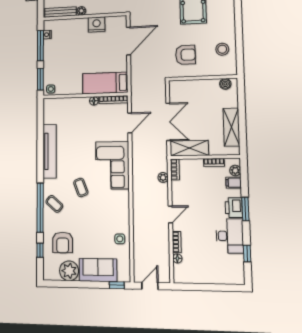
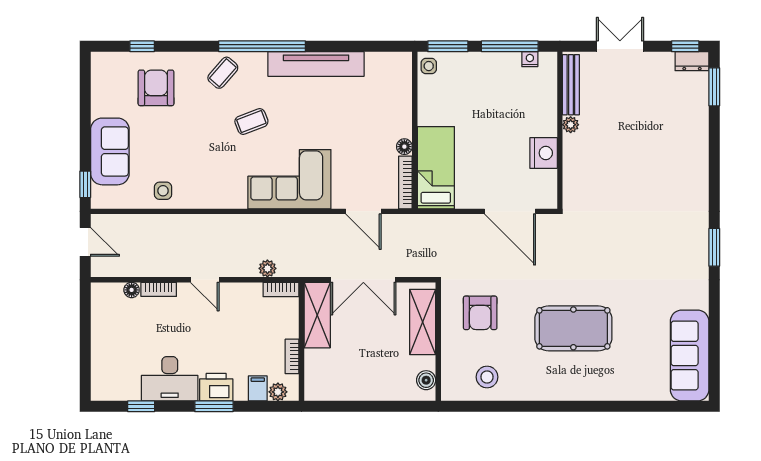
shelving: (231, 127) -> (423, 322), moved, turned 90
window: (40, 208) -> (262, 46), moved
armchair: (63, 242) -> (156, 88), turned 90
plant: (69, 271) -> (108, 99), removed

